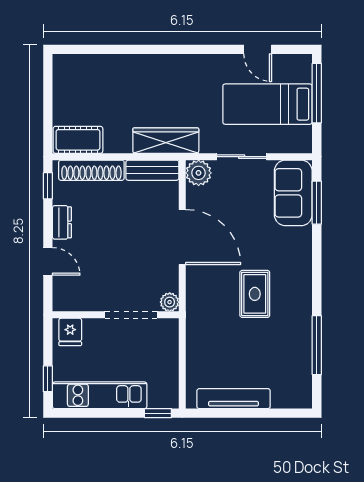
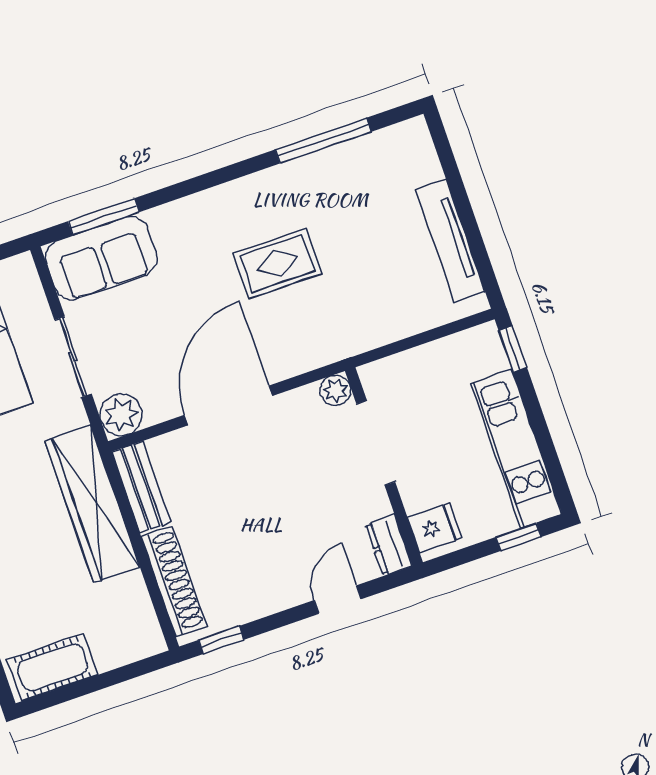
cot: (78, 140) -> (53, 667), moved, turned 90
wardrobe: (166, 141) -> (92, 504), width x1.40, depth x1.17
dresser: (62, 222) -> (389, 545), moved, turned -90

